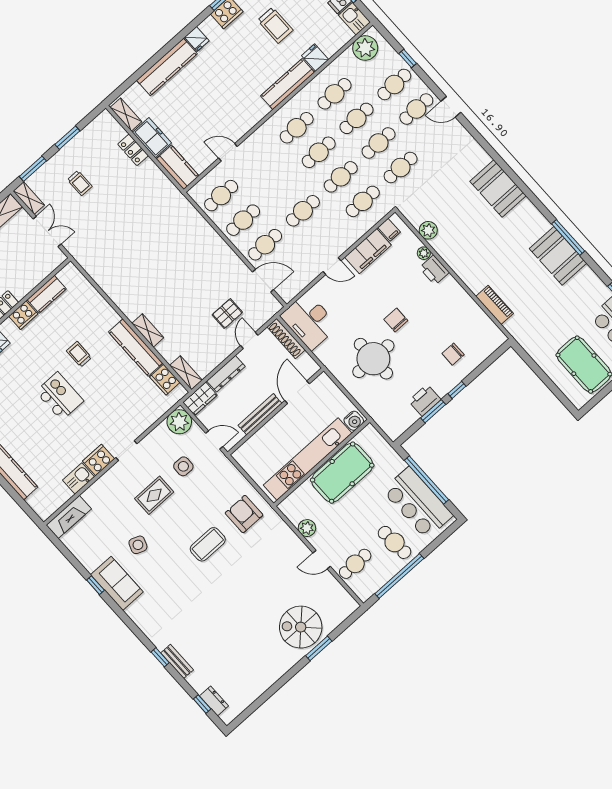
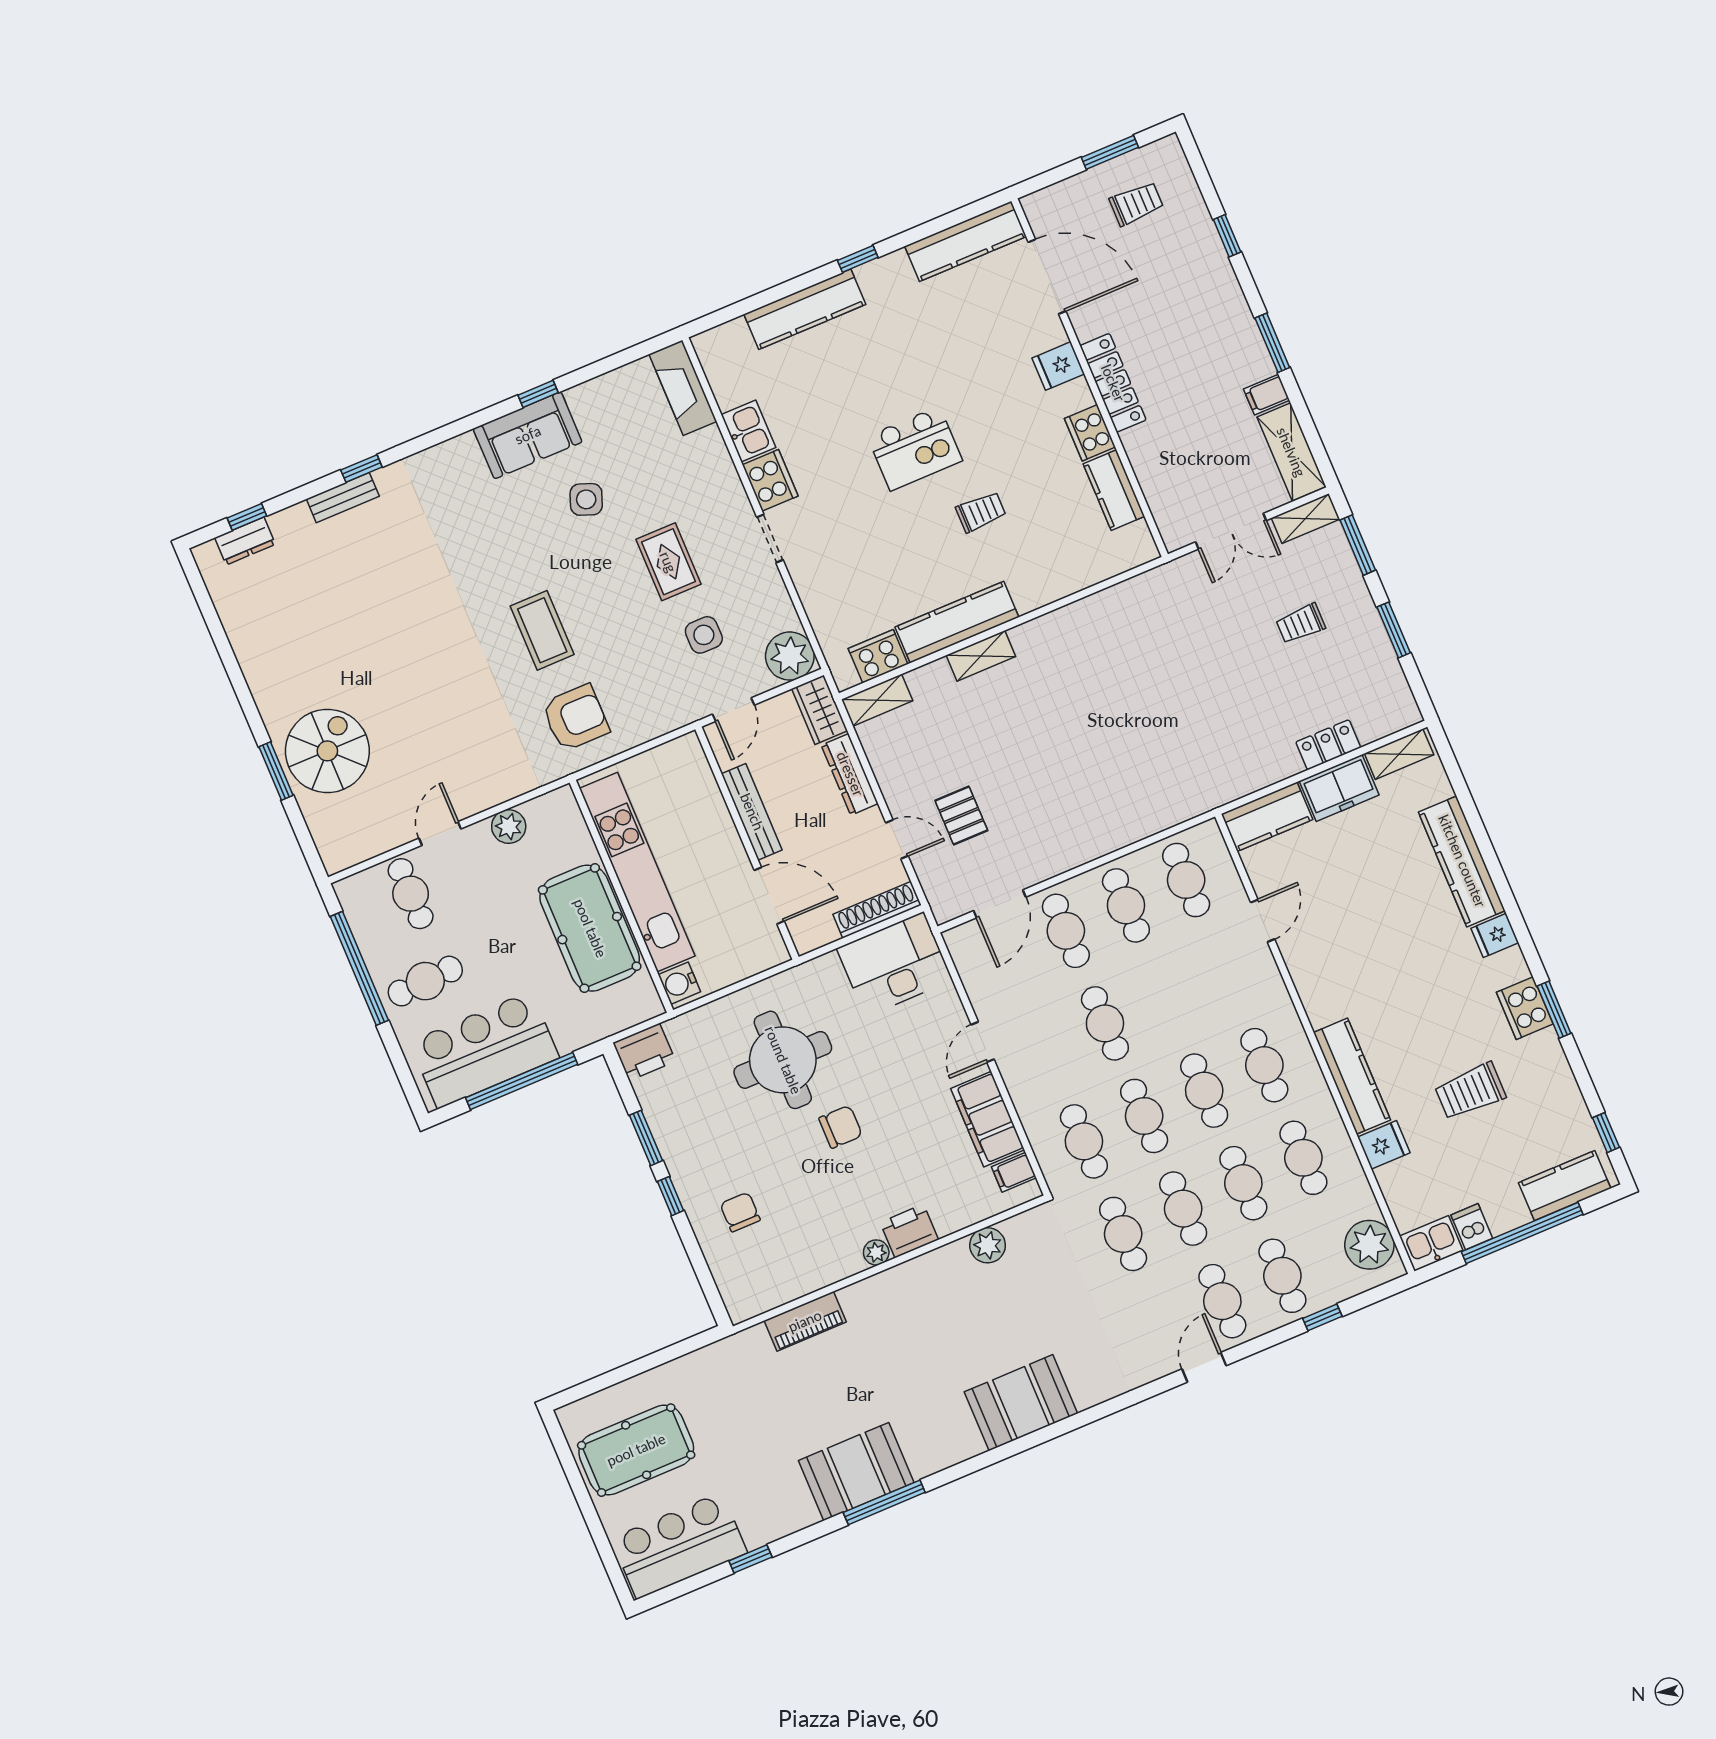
plant: (424, 253) -> (876, 1252), moved
printer: (425, 400) -> (644, 1052), moved, turned 90

